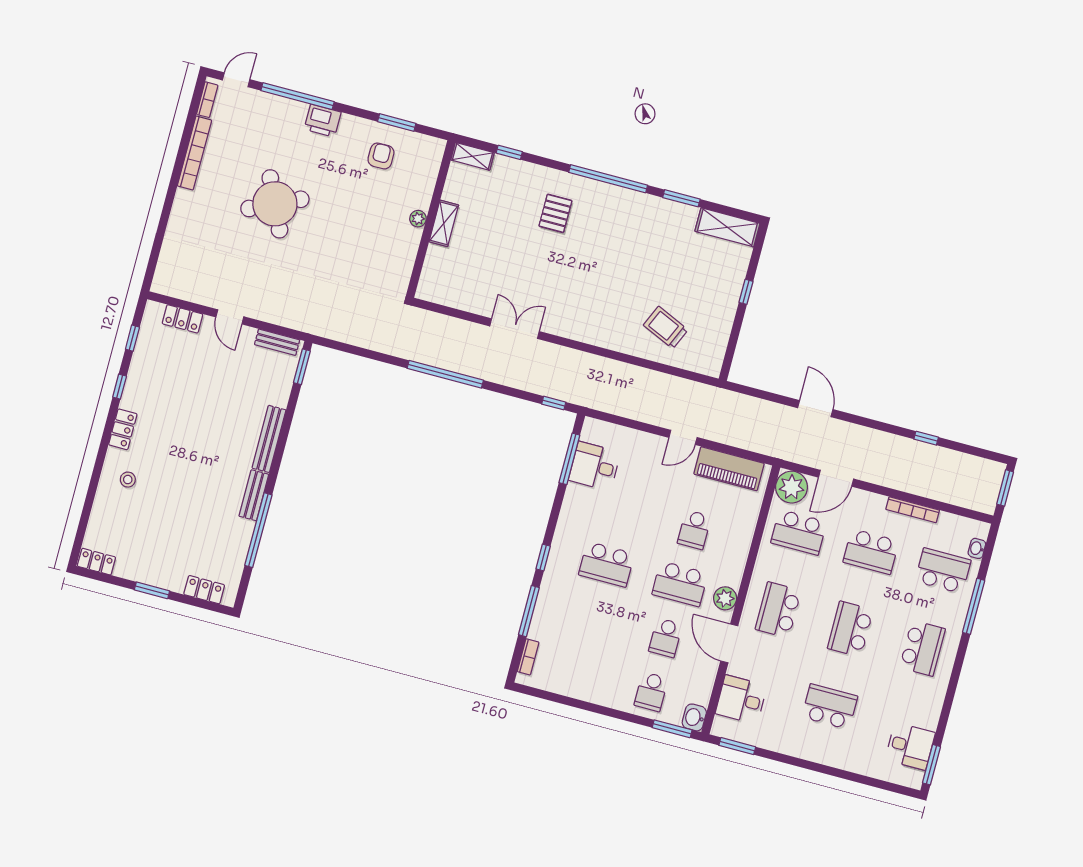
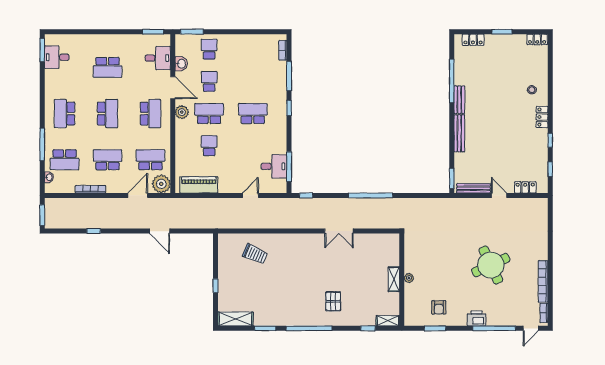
bench: (277, 342) -> (474, 188), width x1.36
door: (683, 437) -> (250, 195), moved
washbasin: (694, 717) -> (181, 64), moved

